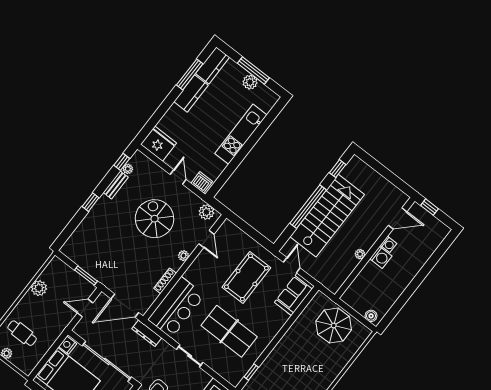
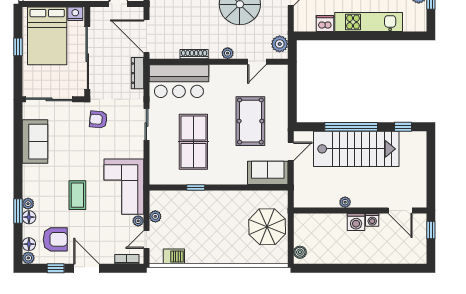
dishwasher: (202, 182) -> (325, 23), moved, turned -90
pool table: (246, 277) -> (250, 121), turned 90
window: (251, 372) -> (196, 187), moved

